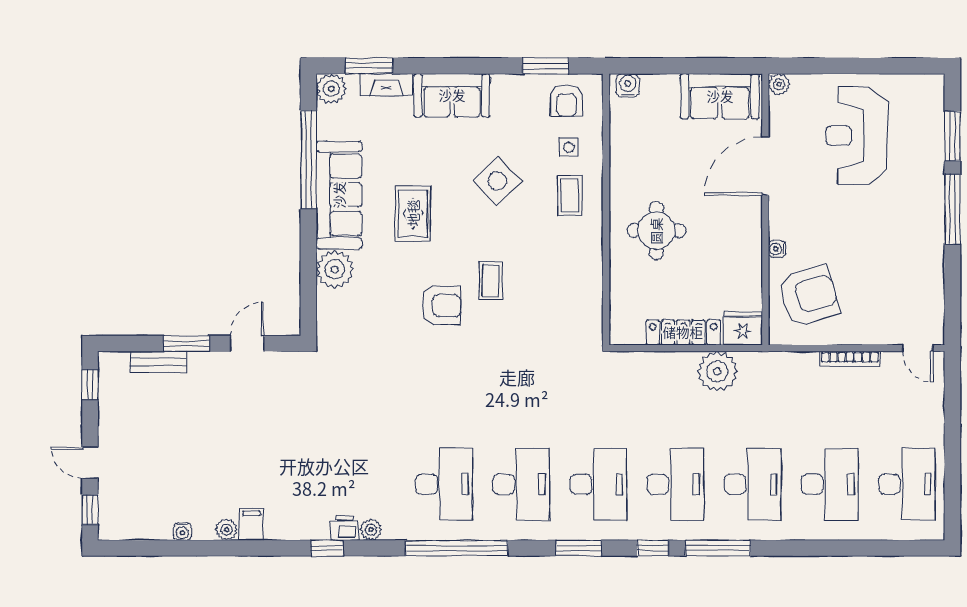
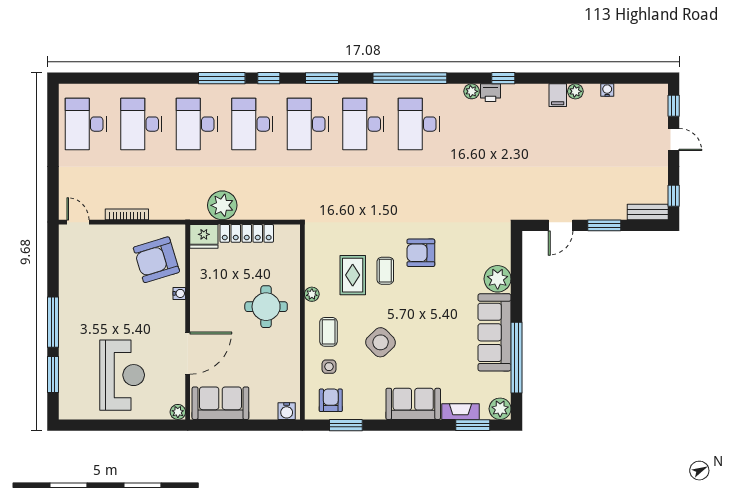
rug: (413, 213) -> (353, 275), moved
plant: (593, 248) -> (312, 294), added
bench: (158, 362) -> (648, 212), moved

